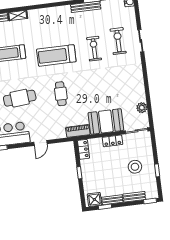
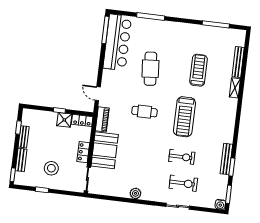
treadmill: (56, 55) -> (184, 117), turned 180
plant: (142, 108) -> (135, 193), moved
door: (40, 143) -> (98, 94), moved
shower: (94, 199) -> (64, 120), moved

